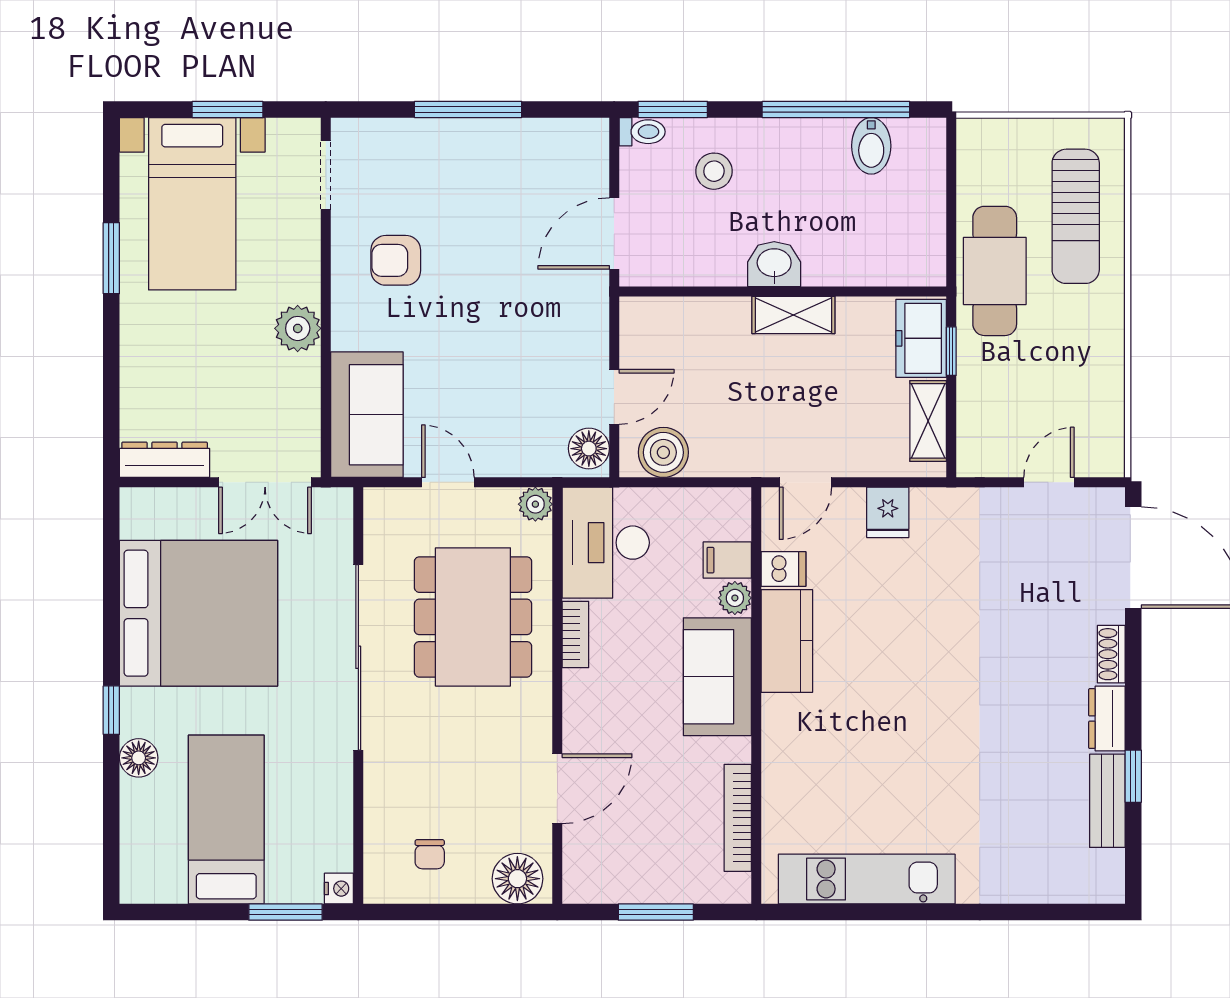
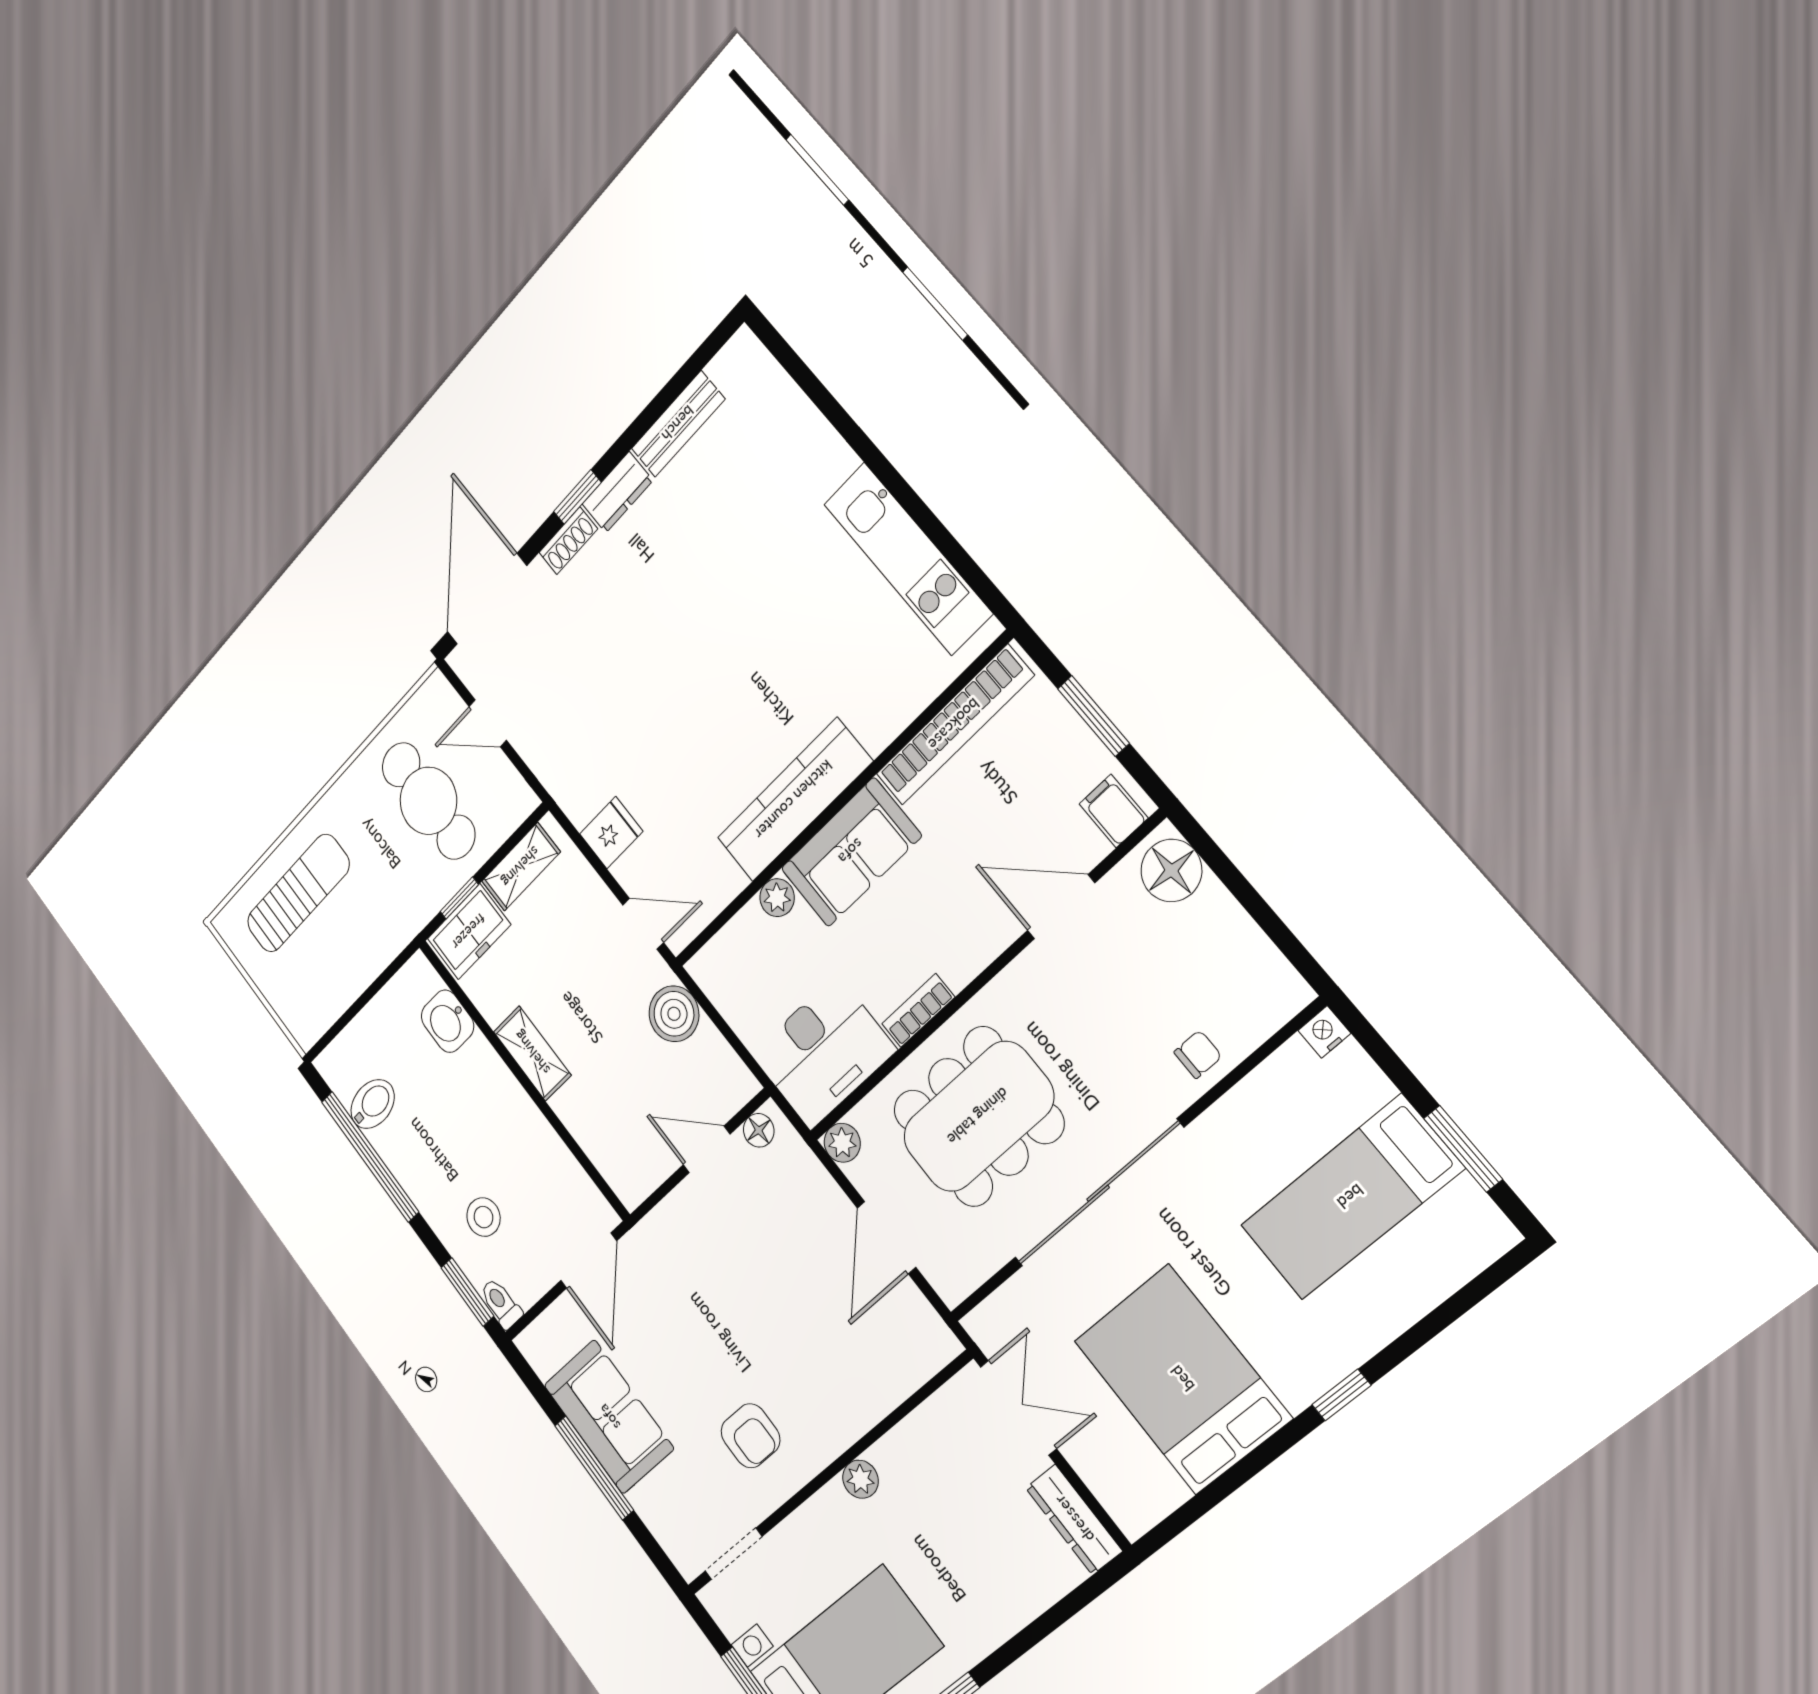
door: (614, 234) -> (589, 1261), hinge flipped
washbasin: (774, 264) -> (447, 1021), moved
cafe table: (995, 271) -> (428, 801), moved, turned 90
plant: (298, 328) -> (860, 1479), width x0.73, depth x0.73
sofa: (367, 415) -> (609, 1417), moved, turned 90
floor lamp: (589, 449) -> (759, 1130), width x0.73, depth x0.73
boiler: (663, 452) -> (674, 1014), moved
door: (448, 482) -> (886, 1238), width x1.38
filing cabinet: (727, 560) -> (1114, 811), moved, turned 180
dishwasher: (784, 569) -> (722, 878), removed
bed: (199, 613) -> (1182, 1379), width x0.73
kitchen counter: (787, 641) -> (794, 800), width x1.50
floor lamp: (139, 758) -> (1364, 1332), removed
window: (1133, 776) -> (577, 497), moved
bookcase: (738, 818) -> (954, 725), width x1.48, depth x1.31
chair: (430, 854) -> (1198, 1054), moved
window: (285, 912) -> (1463, 1149), moved

